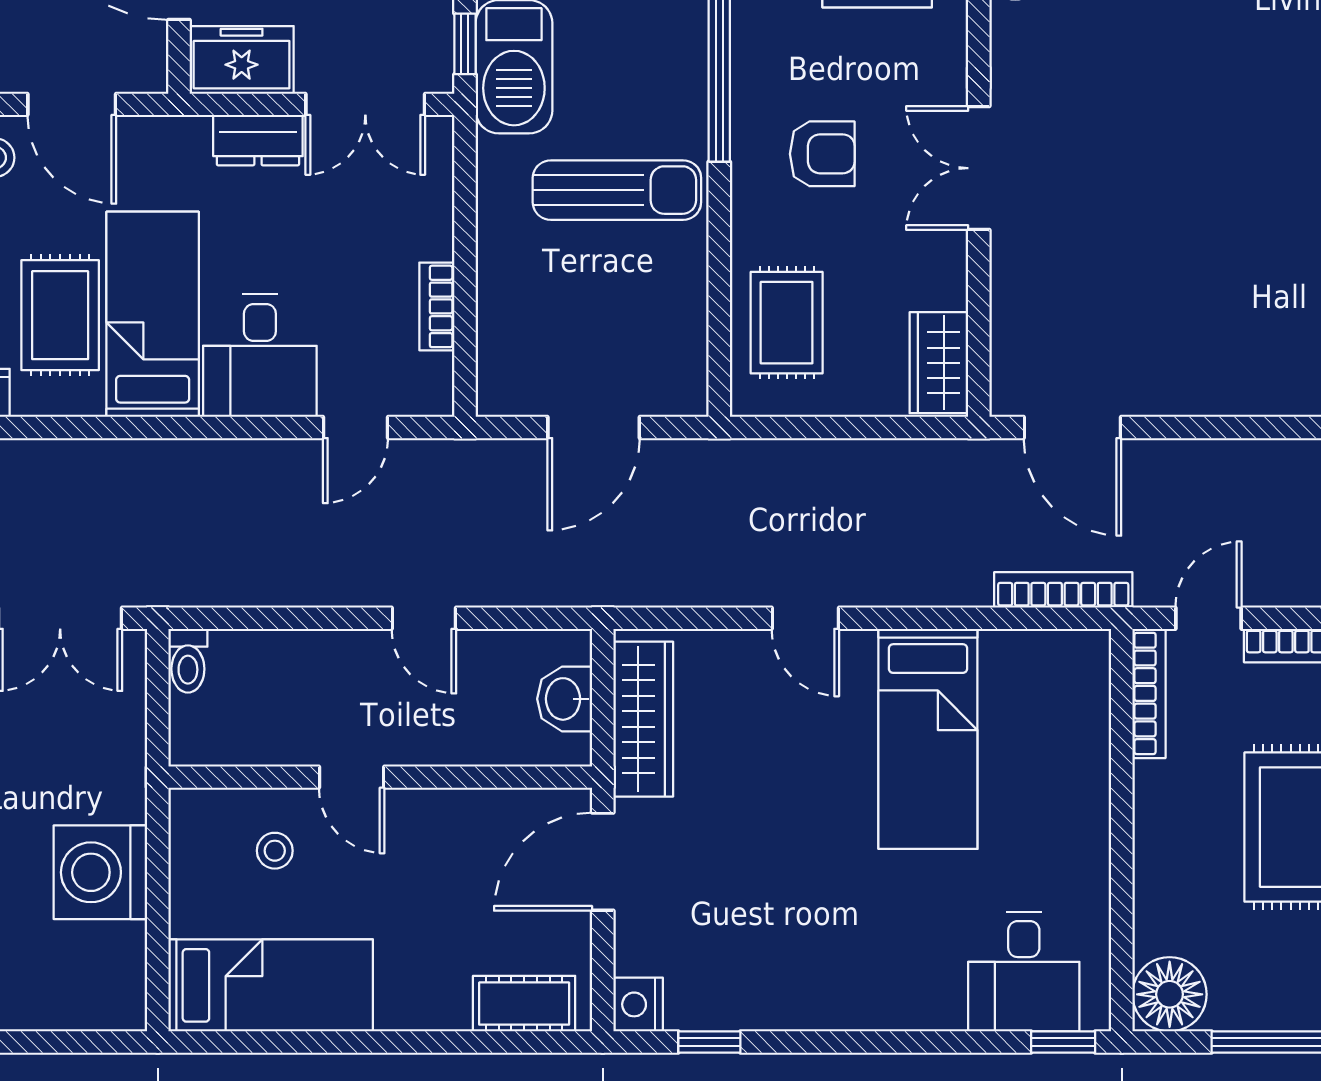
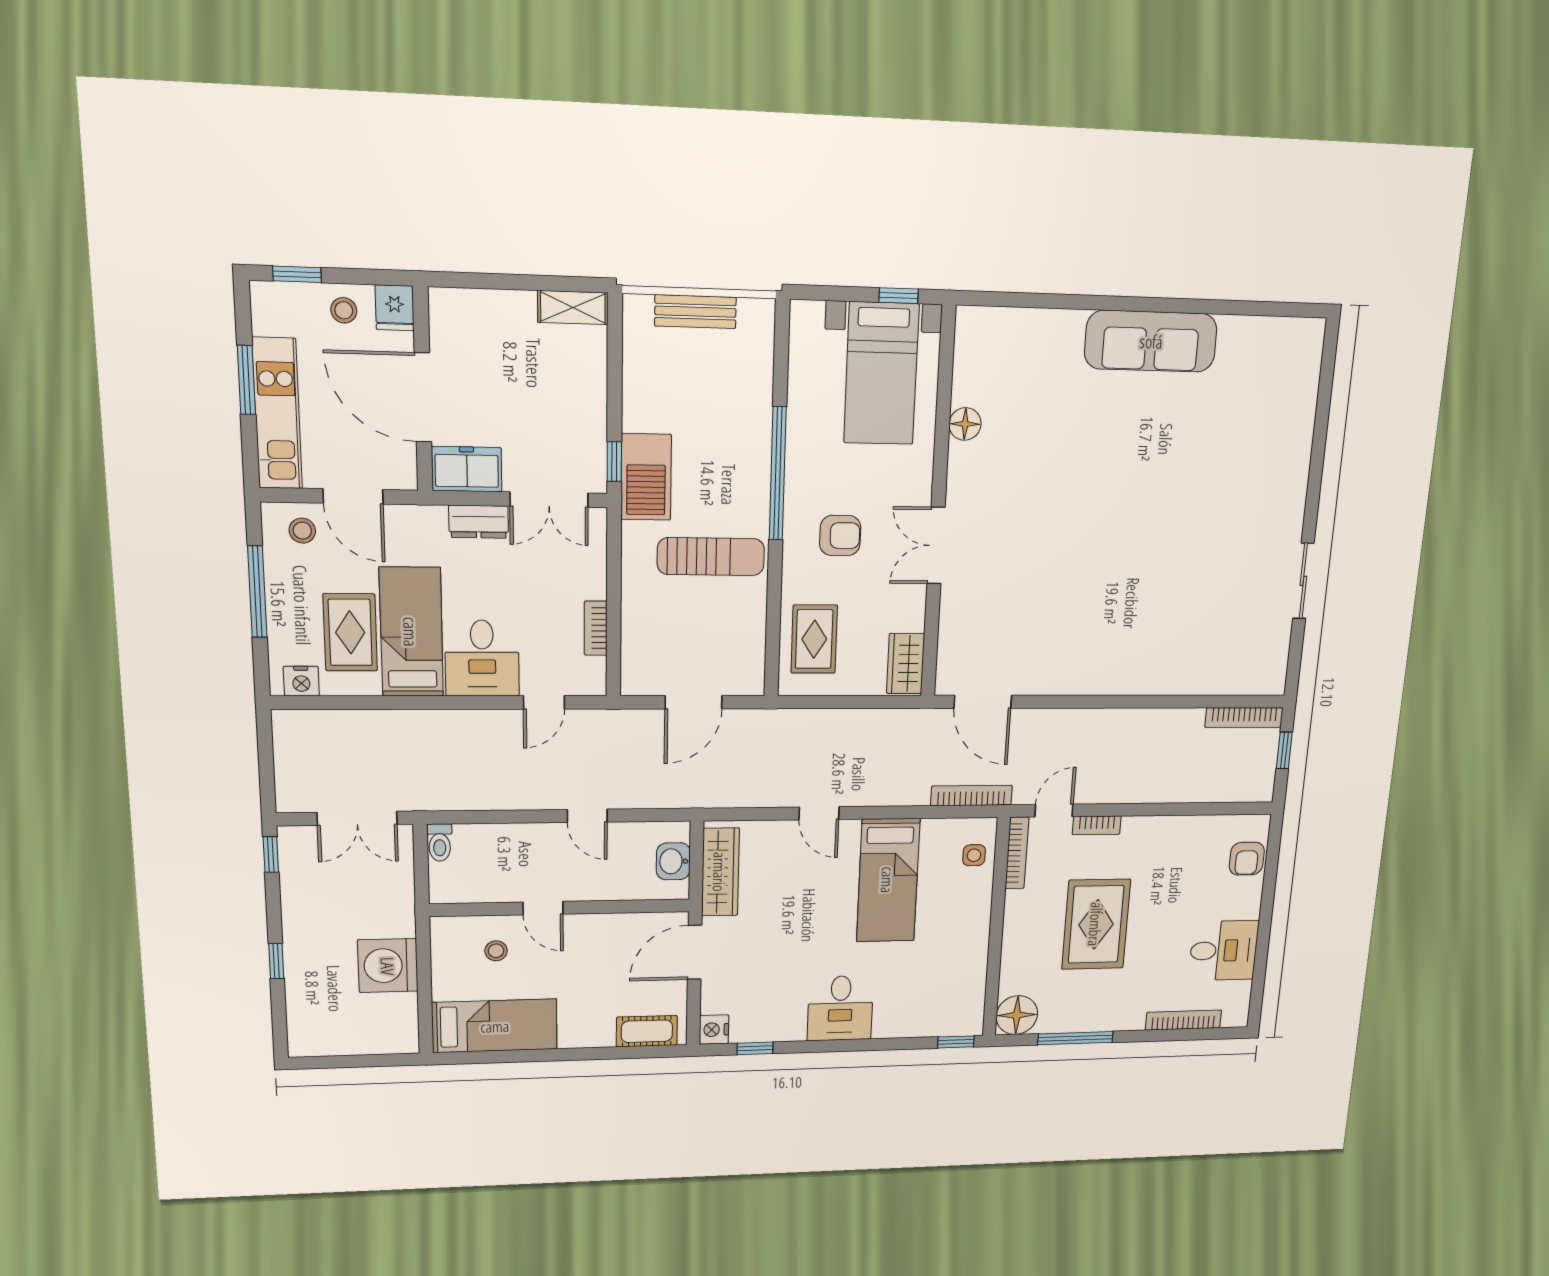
side table: (1074, 696) -> (974, 855), added
desk: (1024, 971) -> (840, 1008), moved

